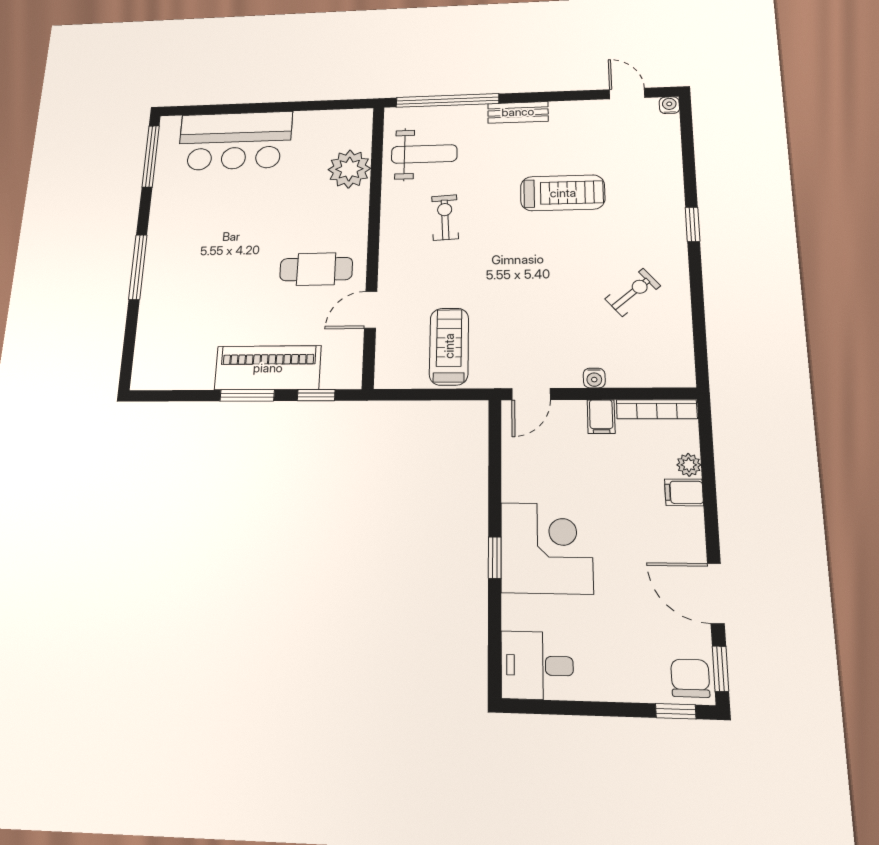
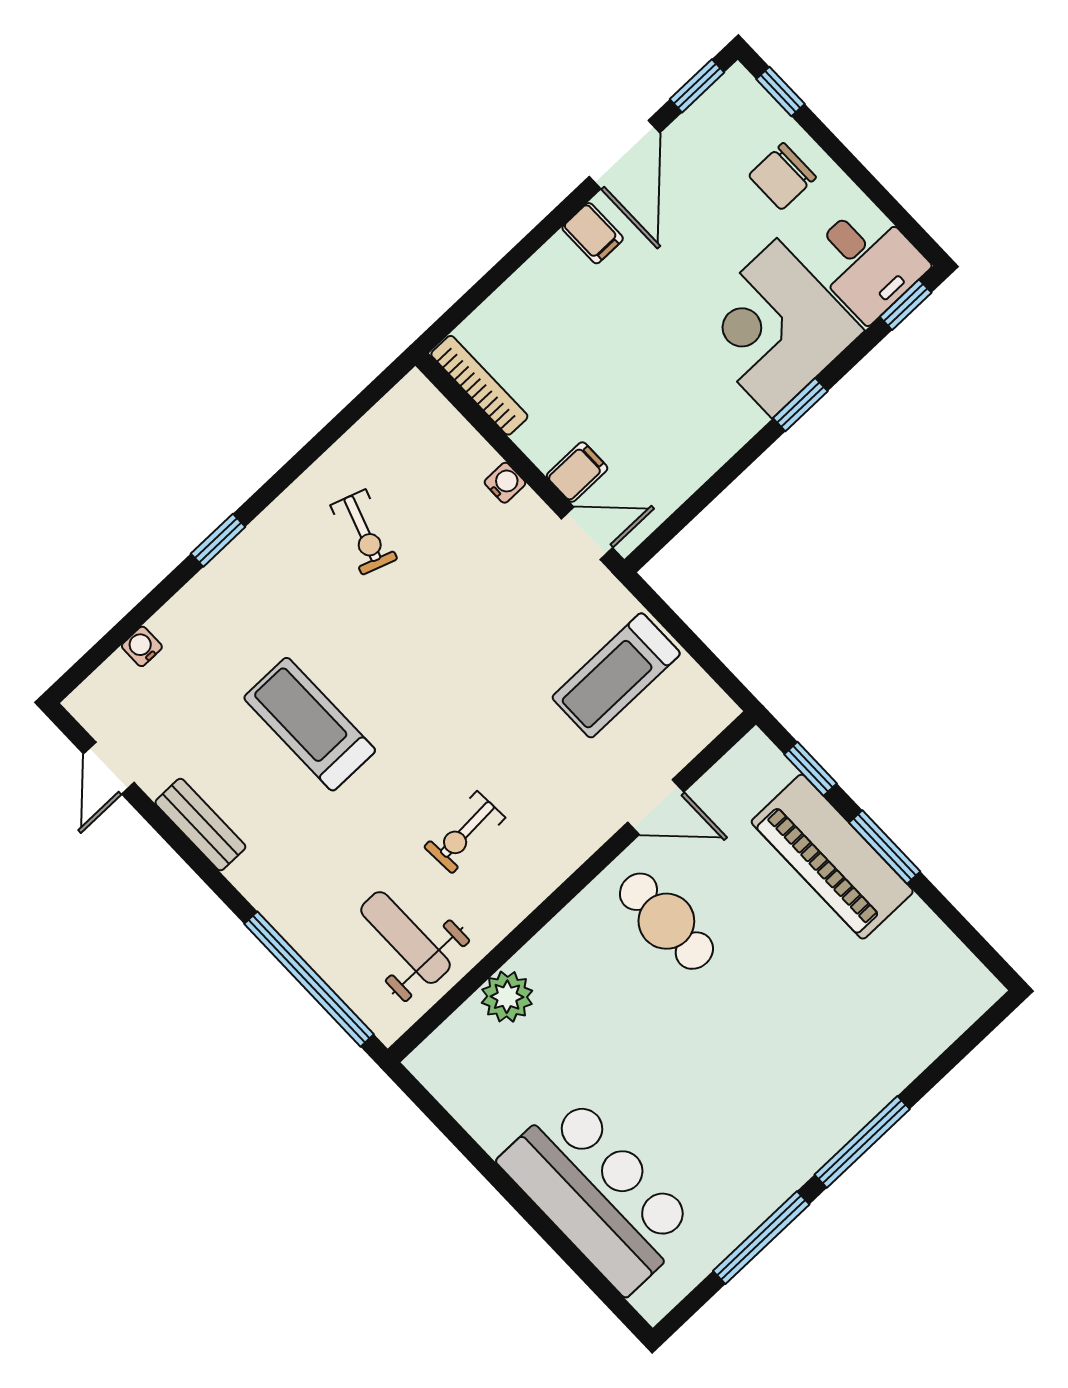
water cooler: (669, 105) -> (142, 646), moved, turned 90
bench: (518, 112) -> (200, 825), moved
window: (151, 156) -> (761, 1238), moved
plant: (349, 169) -> (507, 997), width x0.73, depth x0.73
exercise bike: (633, 292) -> (364, 532), turned -121
filing cabinet: (601, 417) -> (577, 472), moved
plant: (689, 465) -> (511, 298), removed
filing cabinet: (684, 492) -> (593, 233), moved
corner desk: (547, 548) -> (775, 328), moved
window: (495, 663) -> (906, 305), added
chair: (690, 678) -> (782, 176), moved

